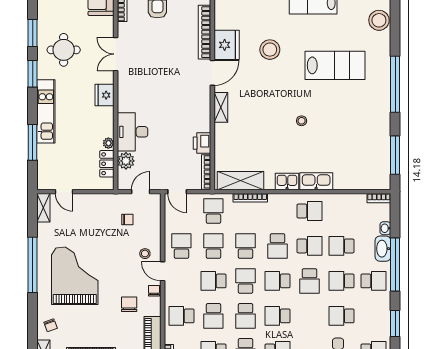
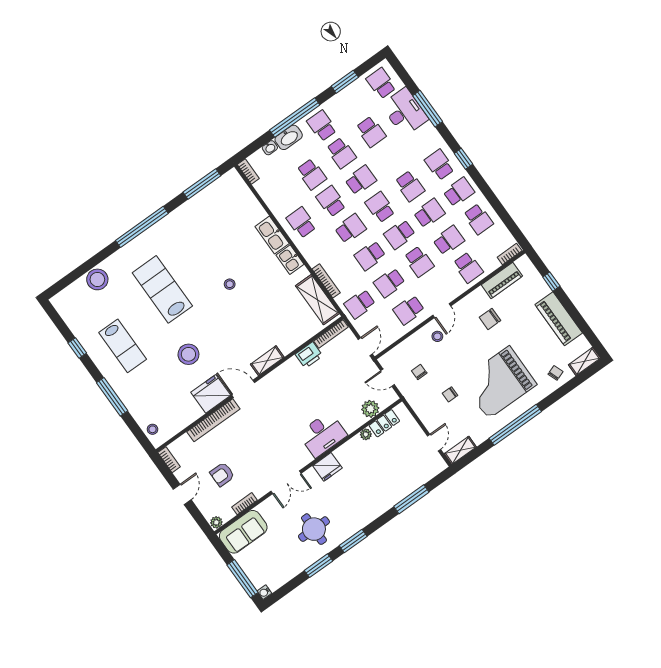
kitchen unit: (46, 111) -> (377, 507), removed
desk: (133, 132) -> (323, 434), moved
school desk: (277, 281) -> (380, 207), turned 180
chair: (154, 291) -> (450, 394), moved

